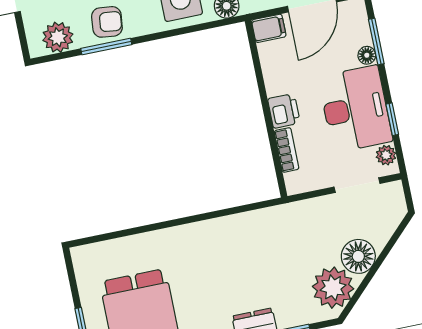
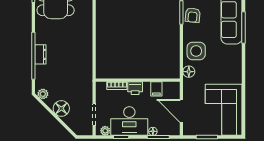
filing cabinet: (269, 28) -> (156, 89), moved
plant: (333, 288) -> (43, 94), width x0.53, depth x0.53

